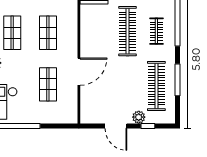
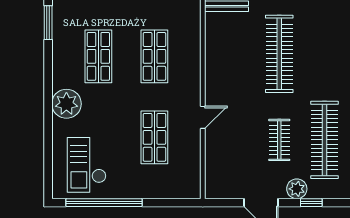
clothes rail: (156, 31) -> (279, 140), moved
door: (79, 72) -> (203, 117), width x0.53

